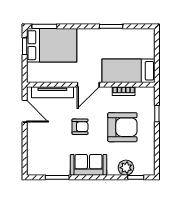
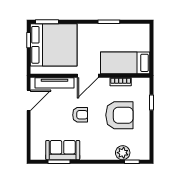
bed: (52, 45) -> (54, 45), width x1.36
door: (25, 111) -> (29, 100), hinge flipped
sofa: (88, 165) -> (63, 150), moved

